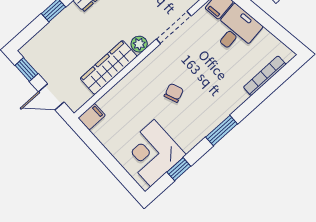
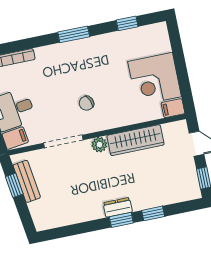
chair: (174, 93) -> (87, 103), moved
corner desk: (152, 153) -> (155, 79), moved, turned 90

